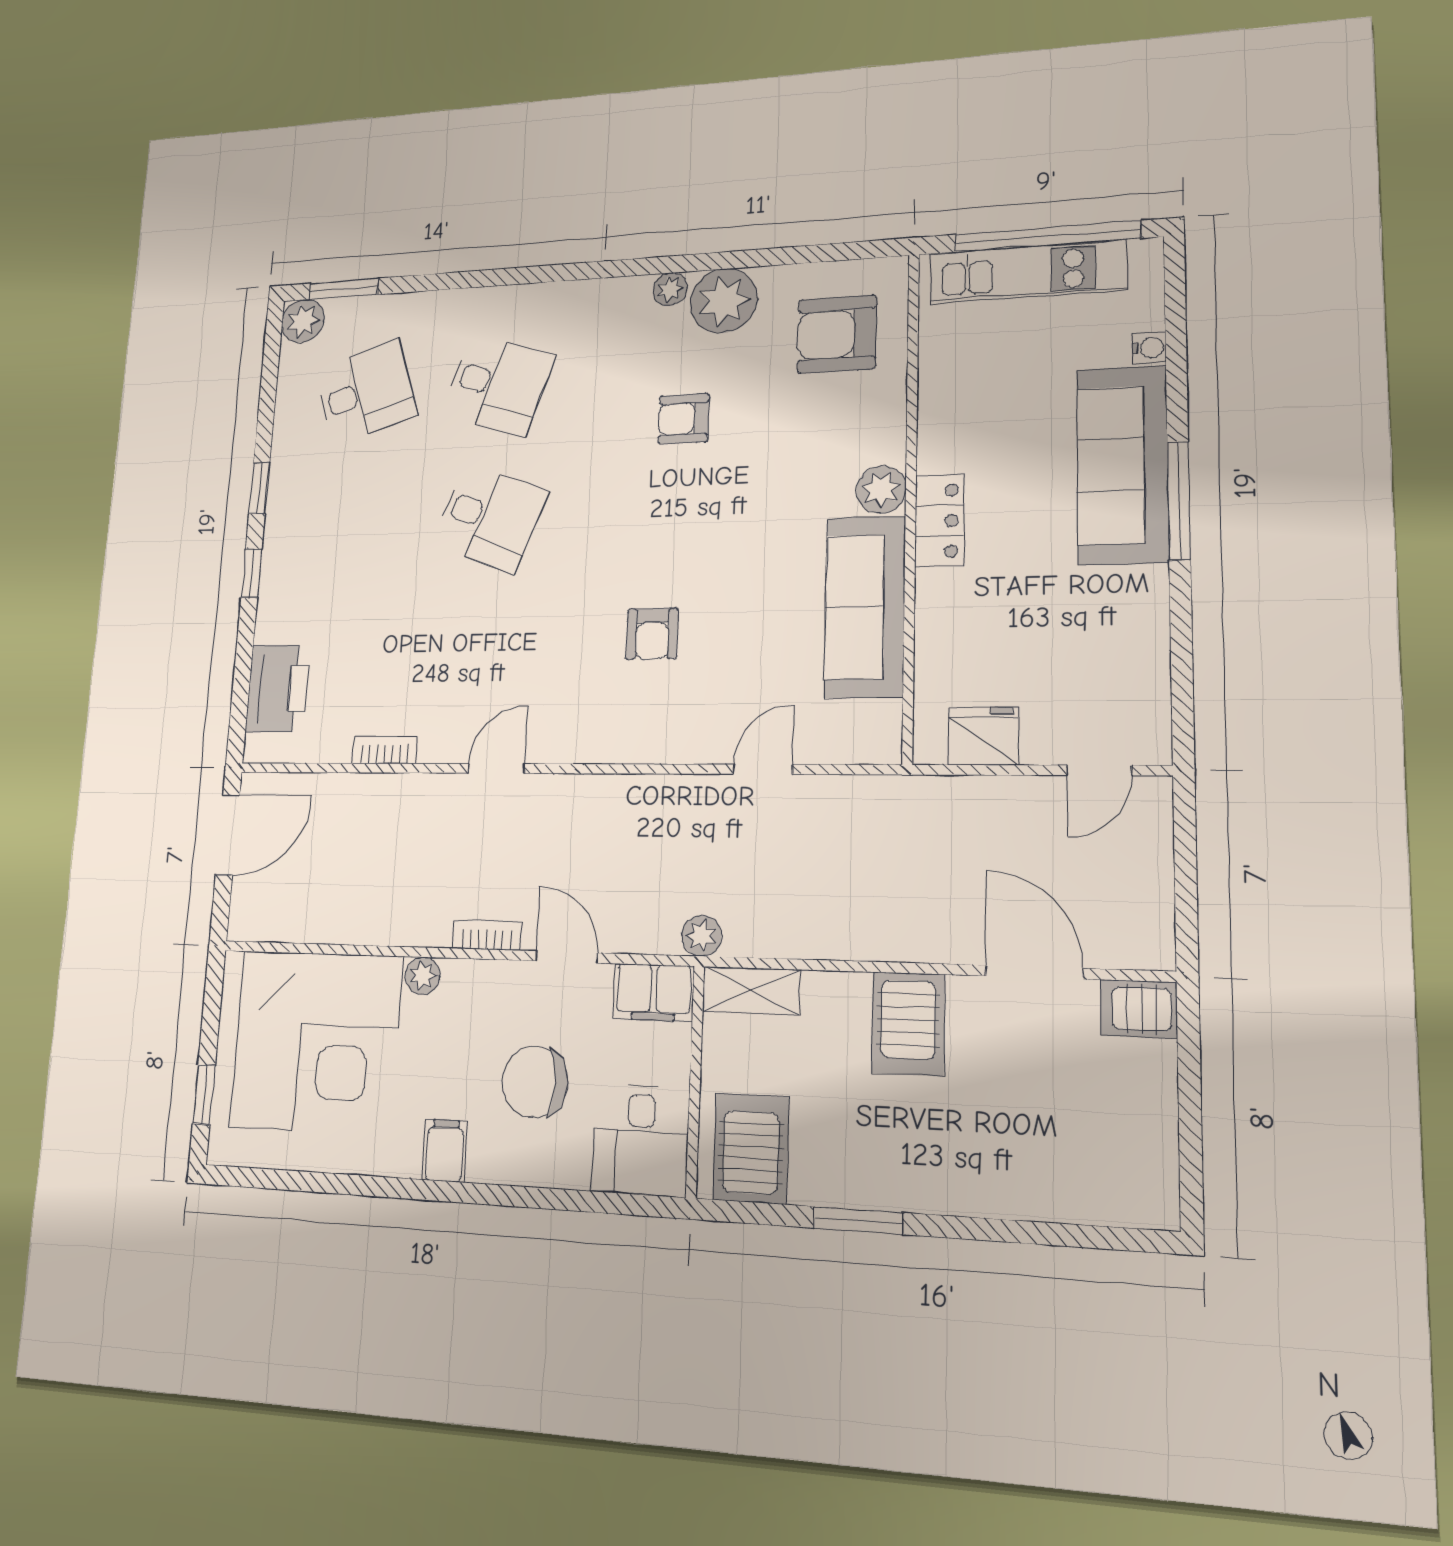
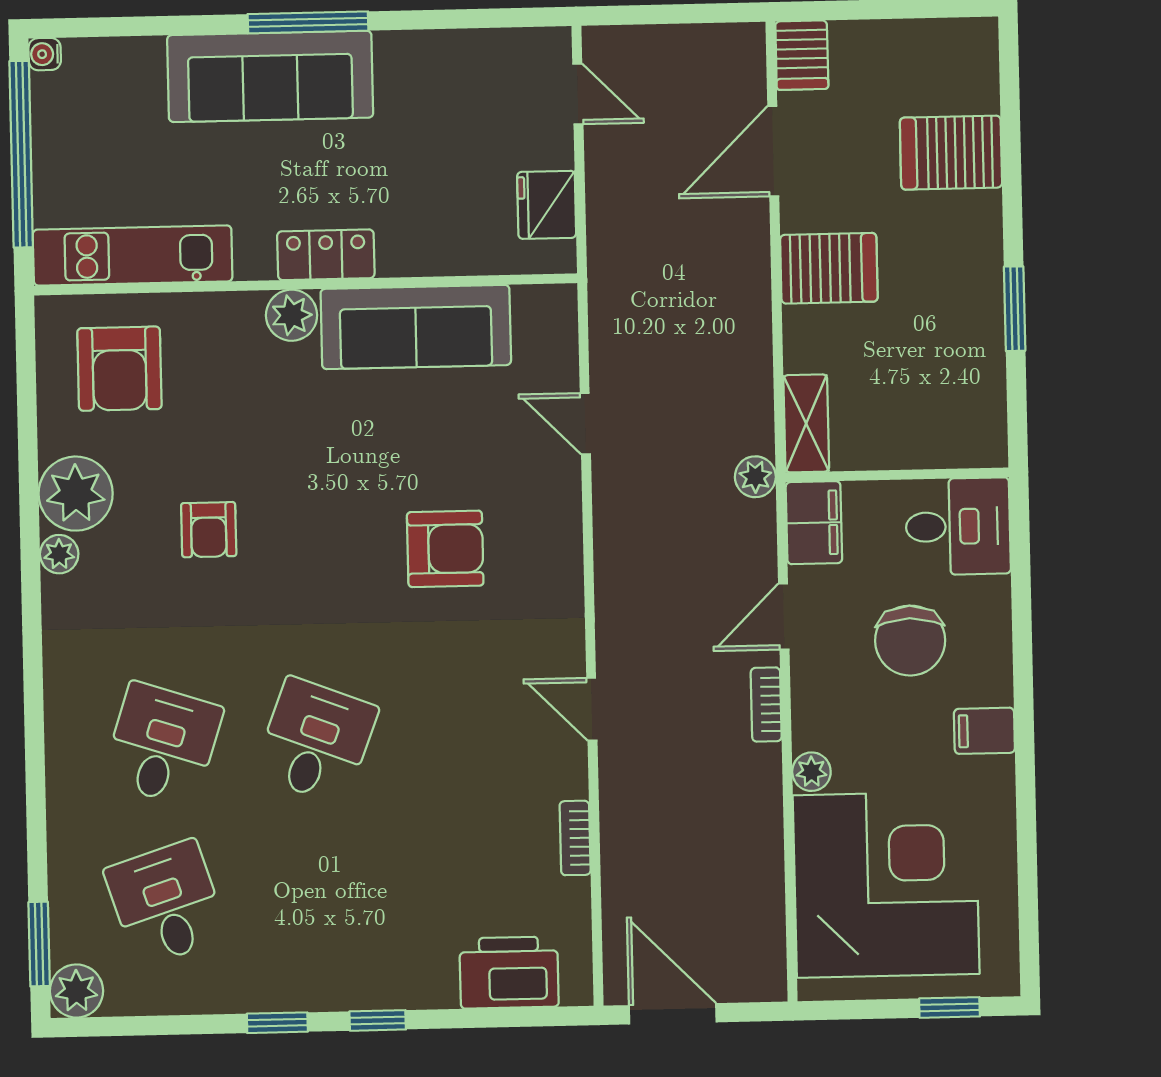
kitchen unit: (1028, 272) -> (133, 256), moved, turned -90
water cooler: (1149, 348) -> (45, 54), moved, turned -90
armchair: (652, 634) -> (445, 549), width x1.38, depth x1.38
server rack: (751, 1148) -> (951, 153), moved

